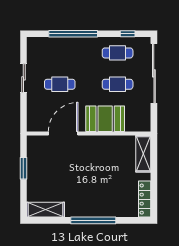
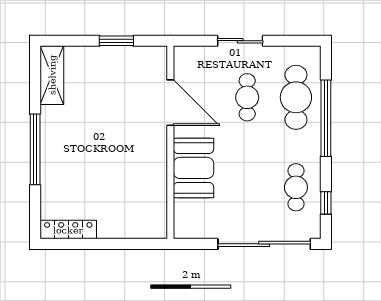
sliding door: (23, 78) -> (240, 41), moved
cafe table: (118, 84) -> (296, 97), moved, width x1.37, depth x1.35
shelving: (143, 154) -> (139, 227), removed

